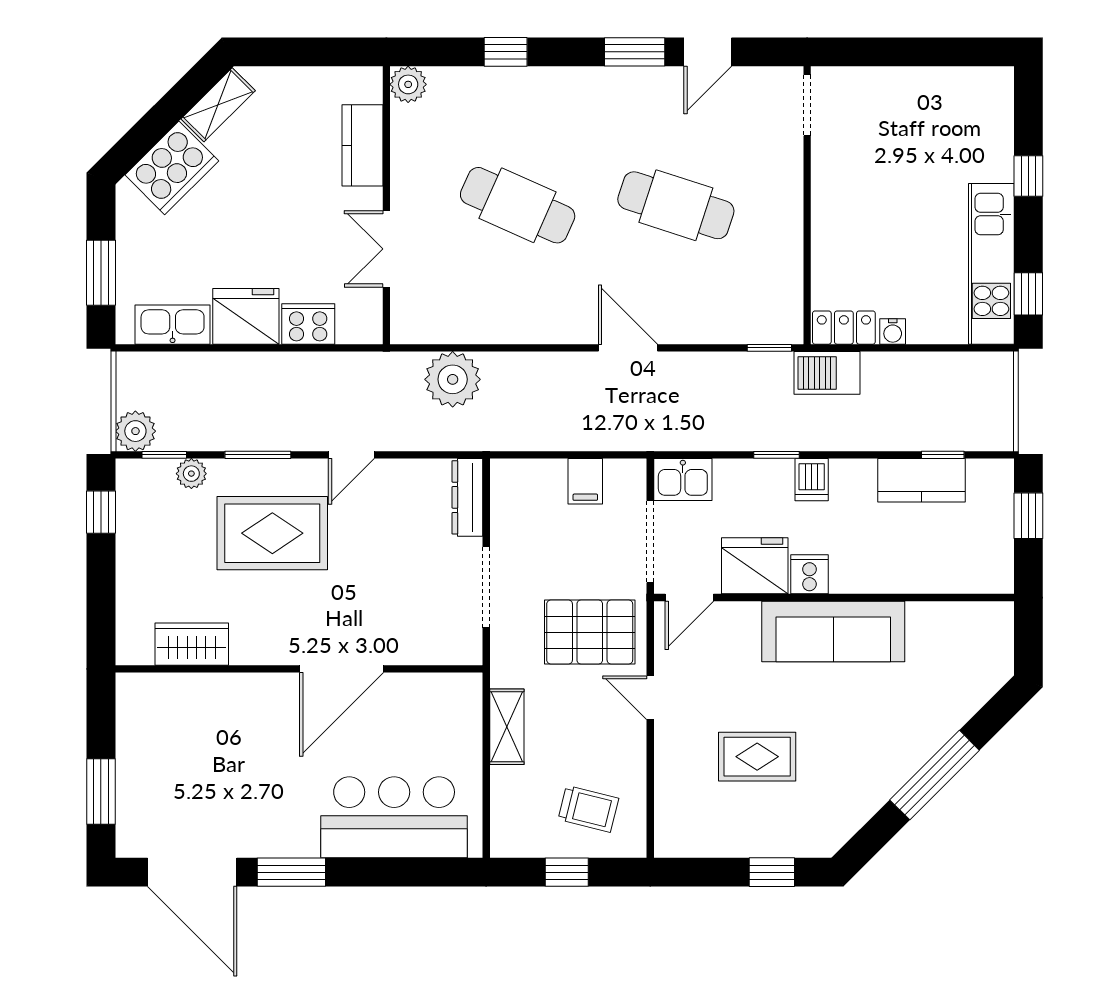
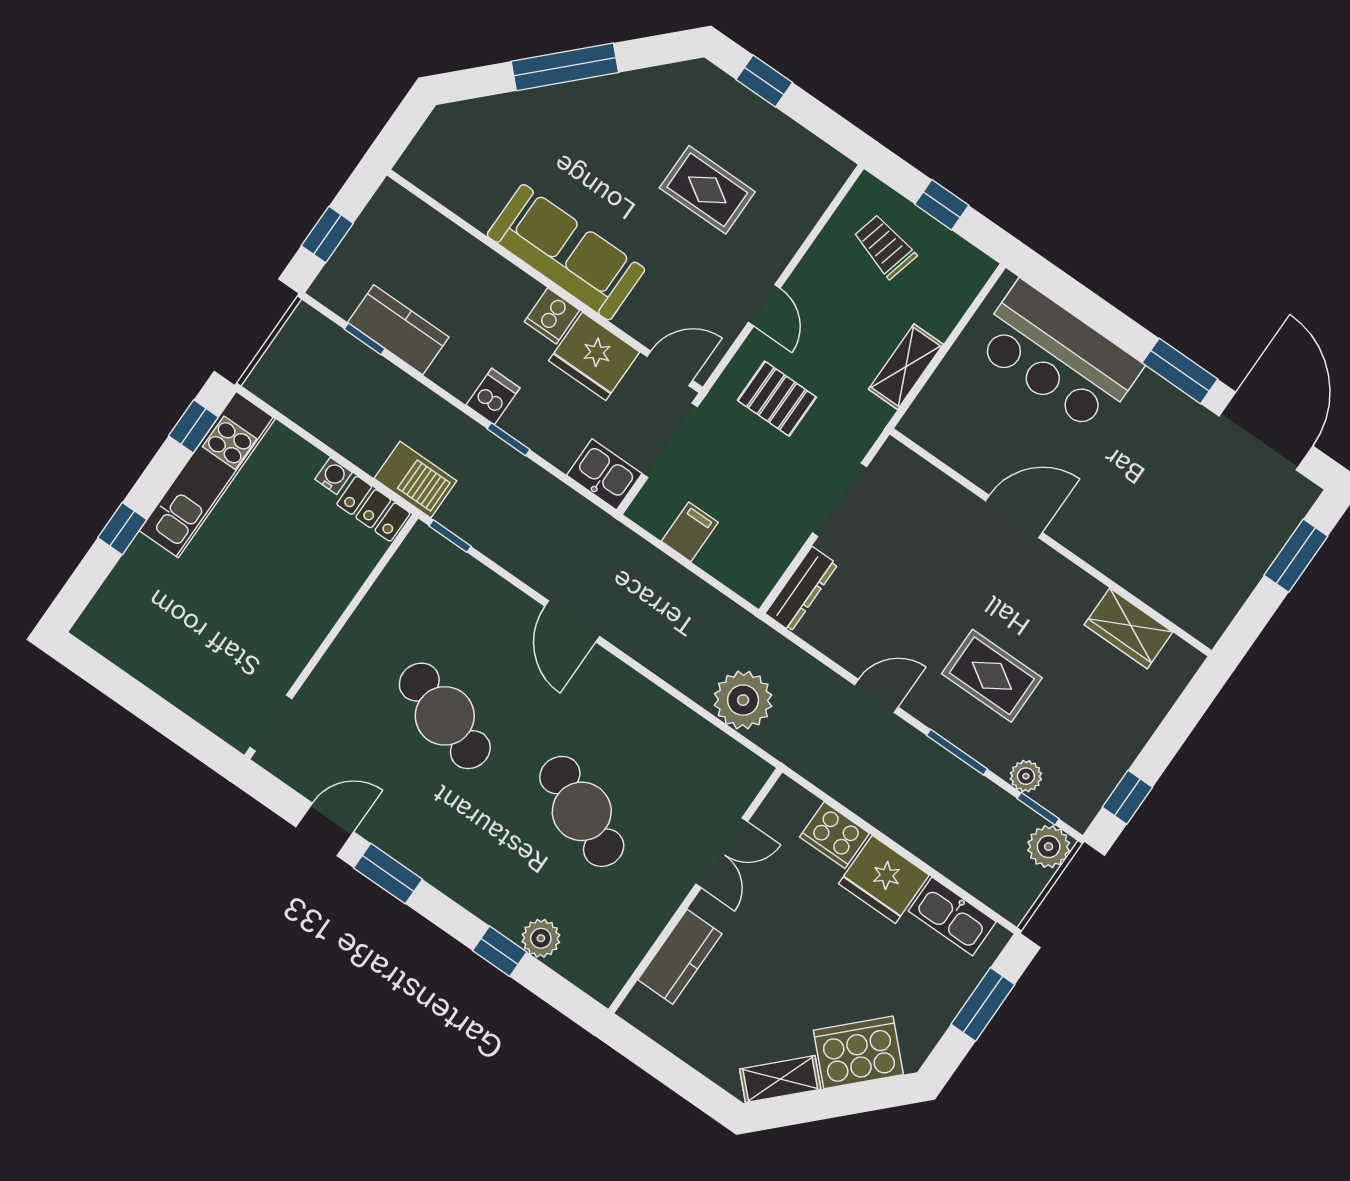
plant: (408, 84) -> (541, 938), moved
rug: (272, 533) -> (992, 676), width x0.73, depth x0.70
pallet: (590, 632) -> (777, 399), width x0.67, depth x0.71
door: (342, 669) -> (1014, 517), width x0.73

